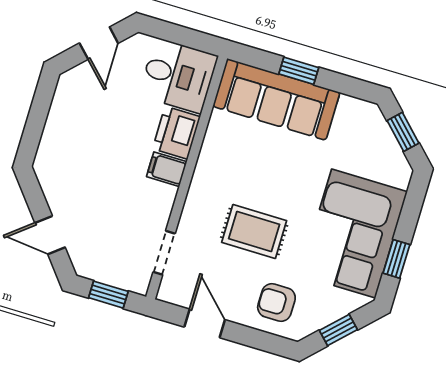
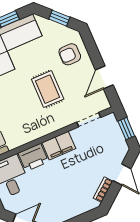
filing cabinet: (167, 169) -> (59, 146), width x2.00
bookcase: (51, 192) -> (103, 190), added
armchair: (276, 302) -> (70, 54), turned 90

